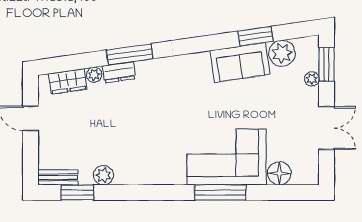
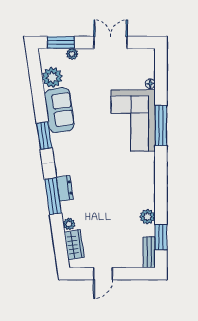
window: (255, 36) -> (44, 136), moved
dresser: (119, 72) -> (65, 188), moved
floor lamp: (279, 173) -> (150, 84), width x0.53, depth x0.53

